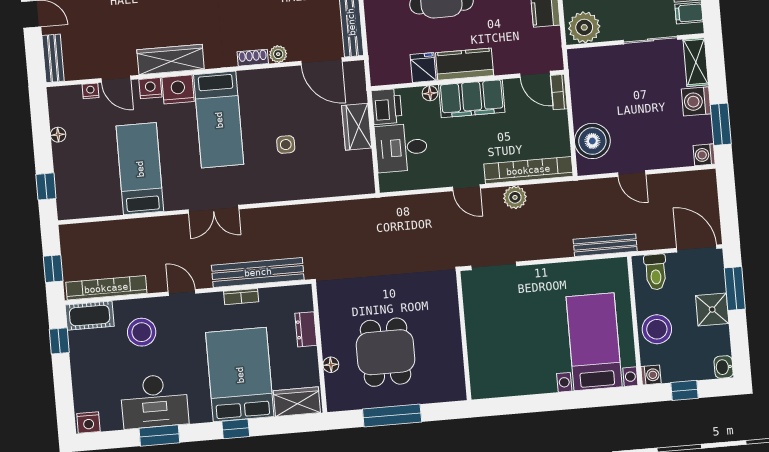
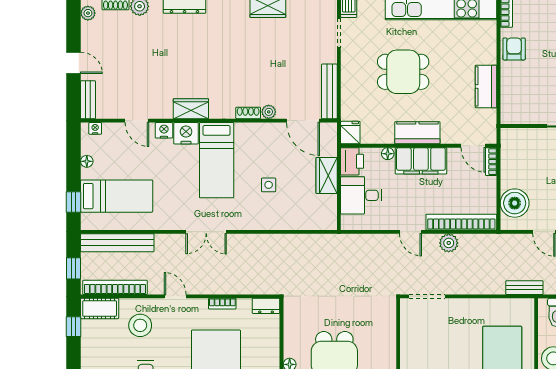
plant: (584, 27) -> (516, 111), removed
wardrobe: (171, 59) -> (191, 109), width x0.67
fridge: (423, 68) -> (350, 133), moved
nightstand: (91, 91) -> (95, 128), moved
bed: (140, 169) -> (117, 196), moved, turned 90
bench: (605, 245) -> (524, 288), width x0.73
bench: (258, 272) -> (117, 243), moved
dresser: (306, 329) -> (266, 306), moved, turned -90

